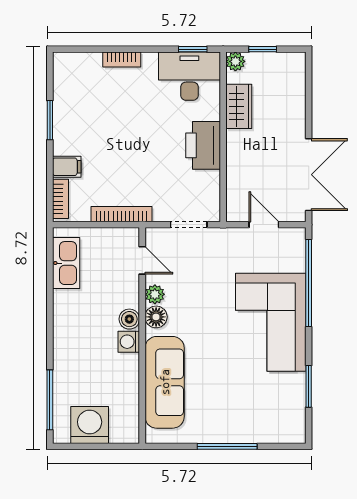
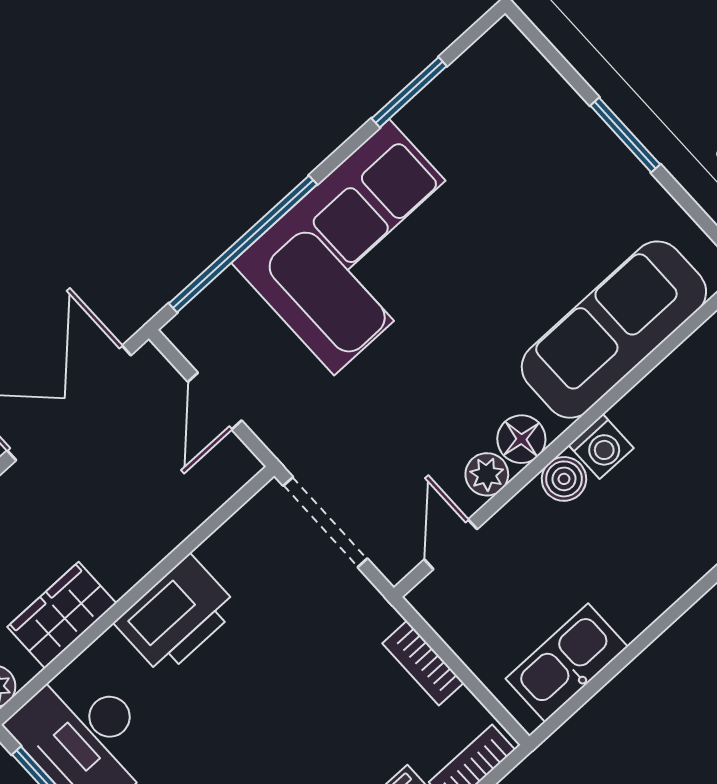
bookcase: (121, 214) -> (423, 663), width x0.64
doorway: (189, 225) -> (325, 522), width x1.38
window: (227, 446) -> (625, 135), width x0.69

